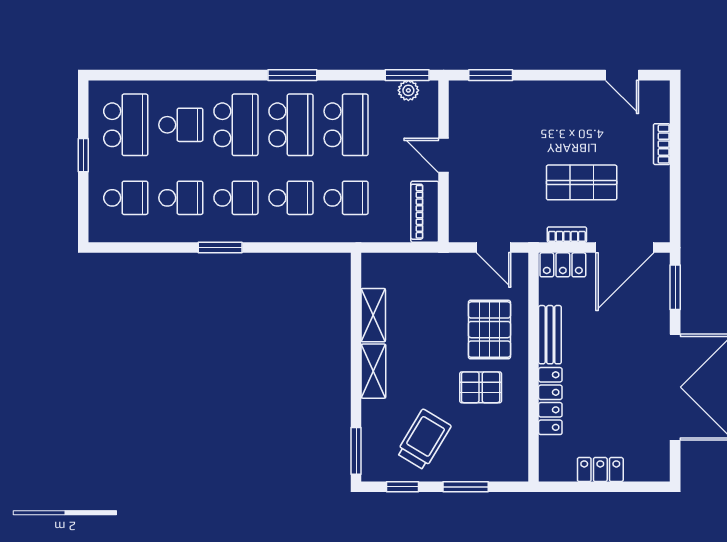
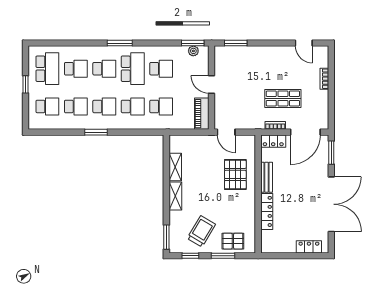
window: (292, 75) -> (120, 43), moved
school desk: (236, 125) -> (104, 69), width x0.54
school desk: (346, 125) -> (161, 69), width x0.54
door: (494, 248) -> (226, 132), moved
pallet: (481, 387) -> (233, 241), moved
locker: (600, 470) -> (309, 247), moved

